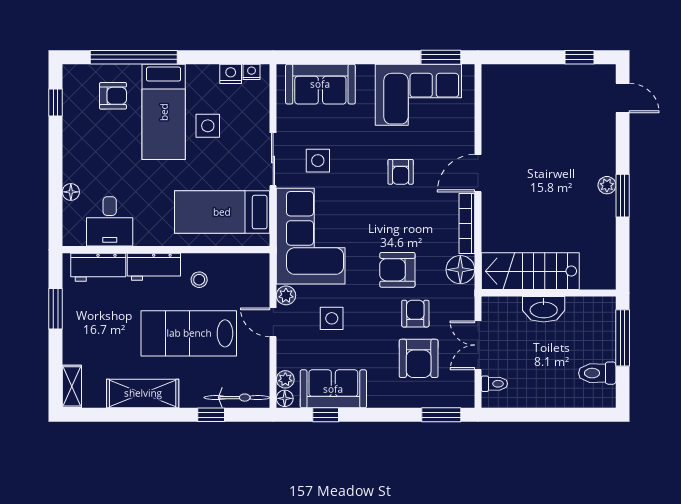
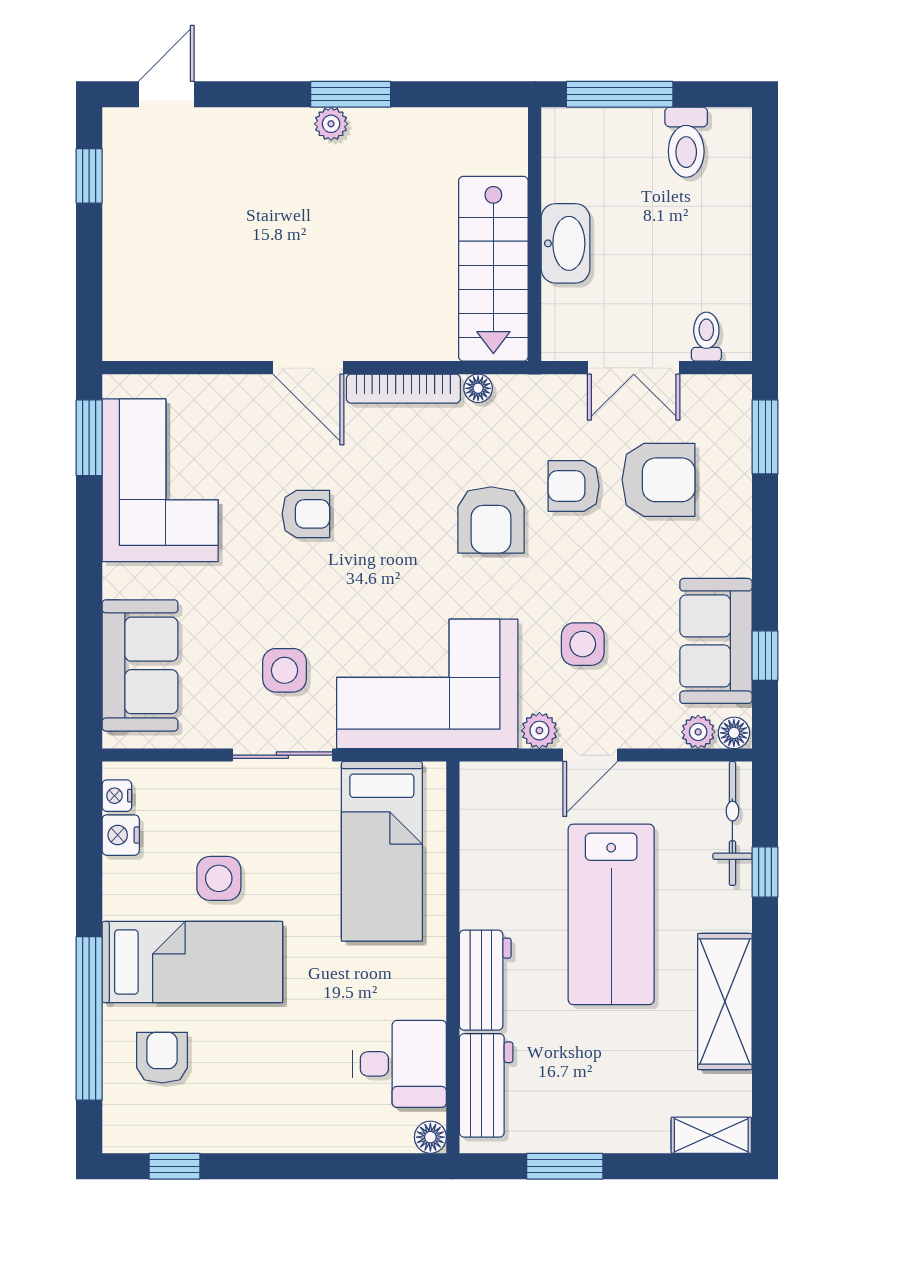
floor lamp: (71, 192) -> (430, 1137), moved
floor lamp: (460, 270) -> (478, 388), width x0.53, depth x0.53
stool: (199, 280) -> (510, 895), removed

